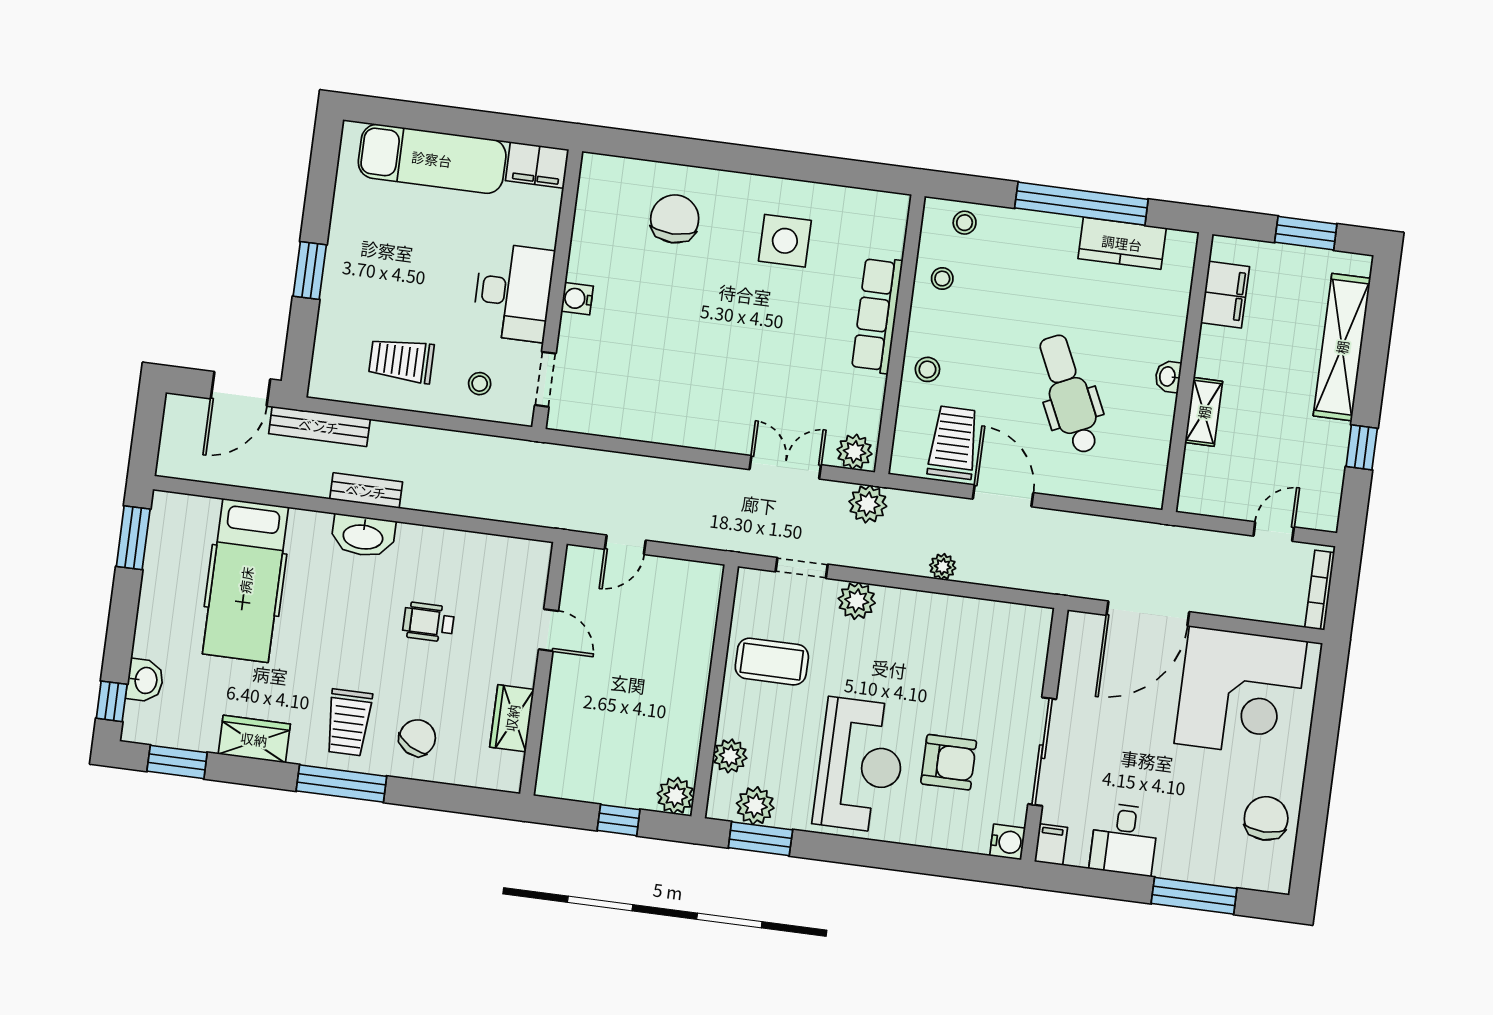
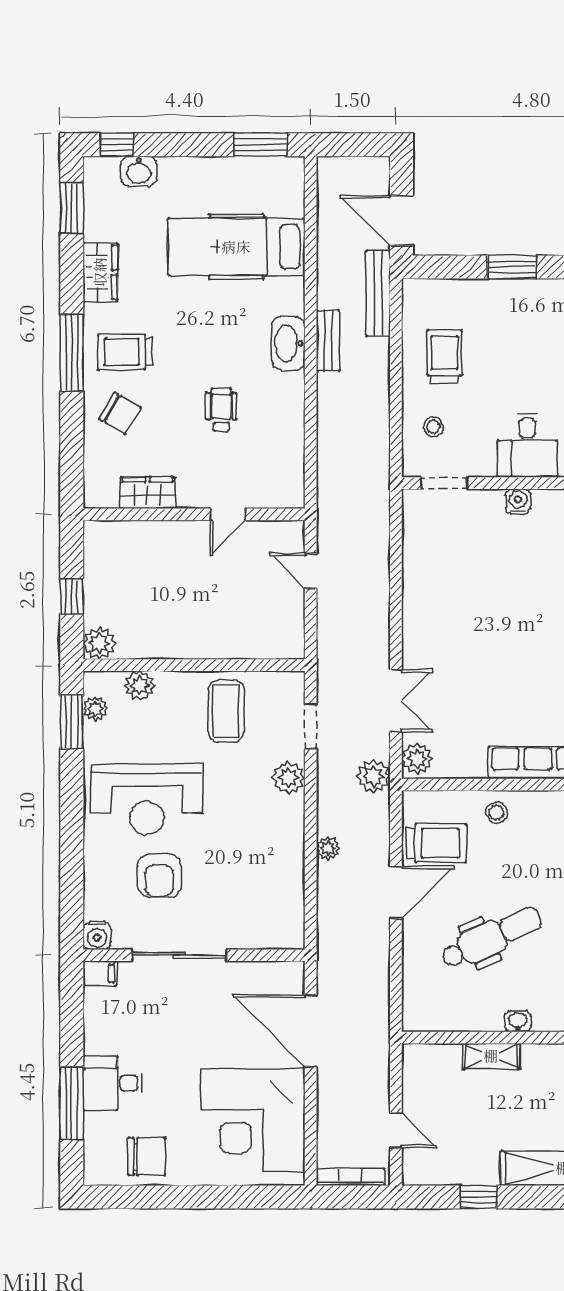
desk: (513, 292) -> (527, 446), width x0.73
plant: (755, 806) -> (95, 709), width x0.73, depth x0.73
desk: (1124, 839) -> (113, 1083), moved

